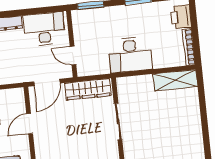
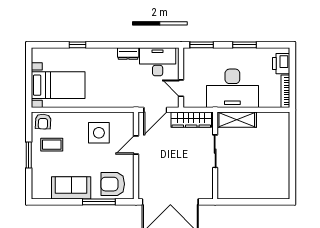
desk: (130, 55) -> (232, 88), width x1.36, depth x1.30
shelving: (175, 80) -> (237, 120), moved

